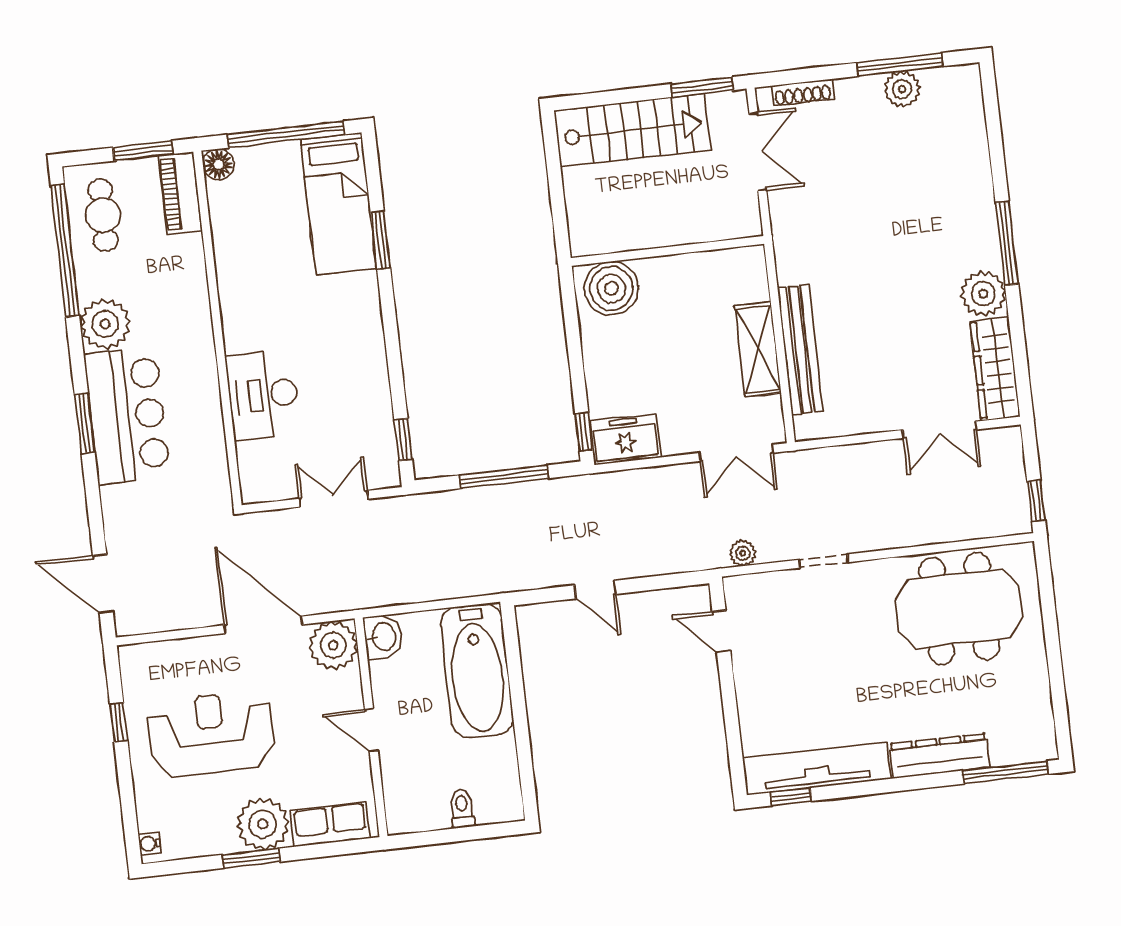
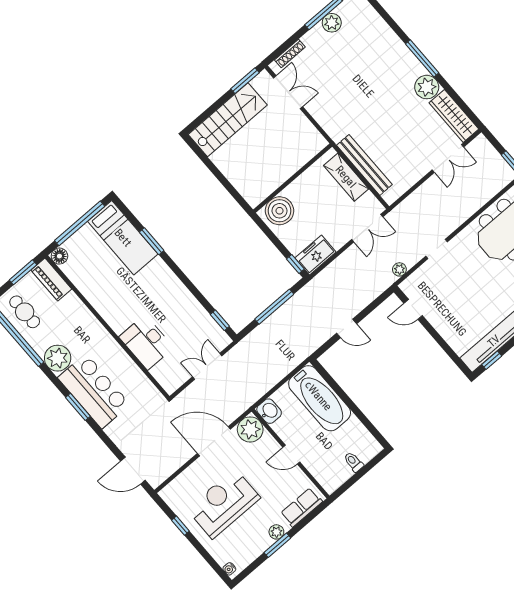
wall: (668, 251) -> (293, 178), moved
boiler: (611, 288) -> (280, 211), moved
plant: (263, 824) -> (276, 532), width x0.53, depth x0.53

